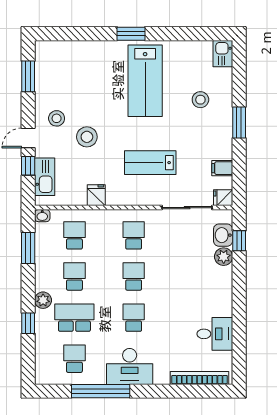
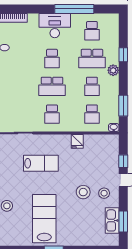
stool: (87, 137) -> (83, 192), moved
kitchen sink: (45, 177) -> (112, 220), moved
school desk: (134, 276) -> (52, 86), width x1.85

